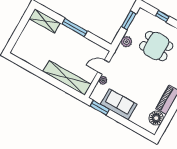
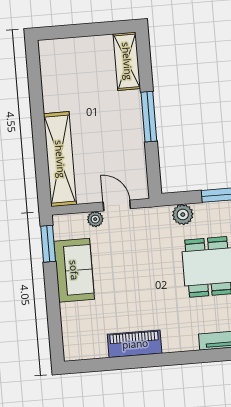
floor lamp: (156, 118) -> (93, 345), removed

